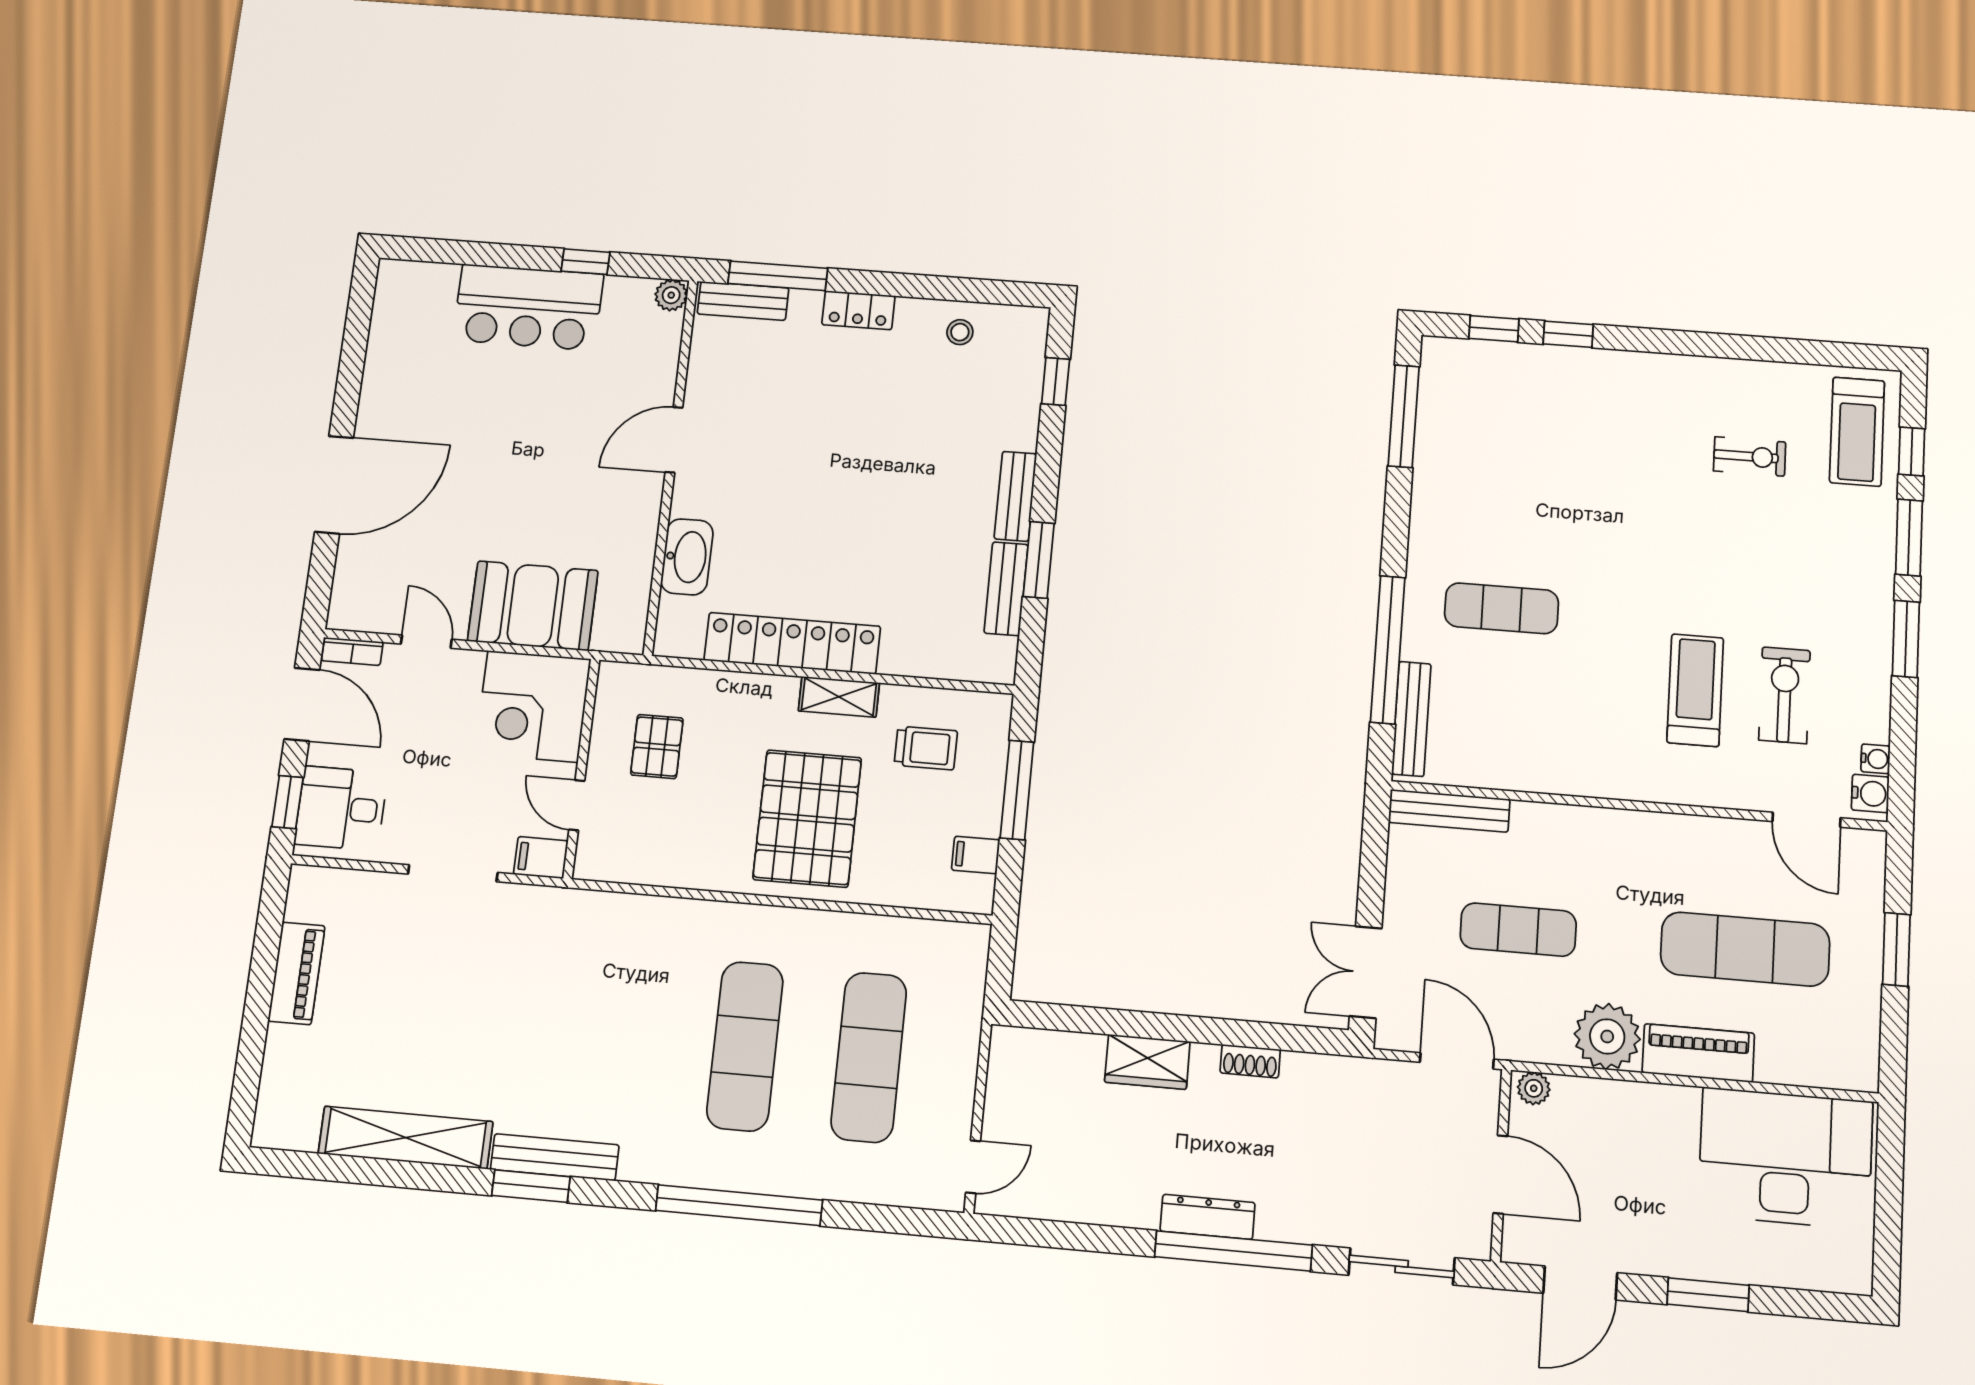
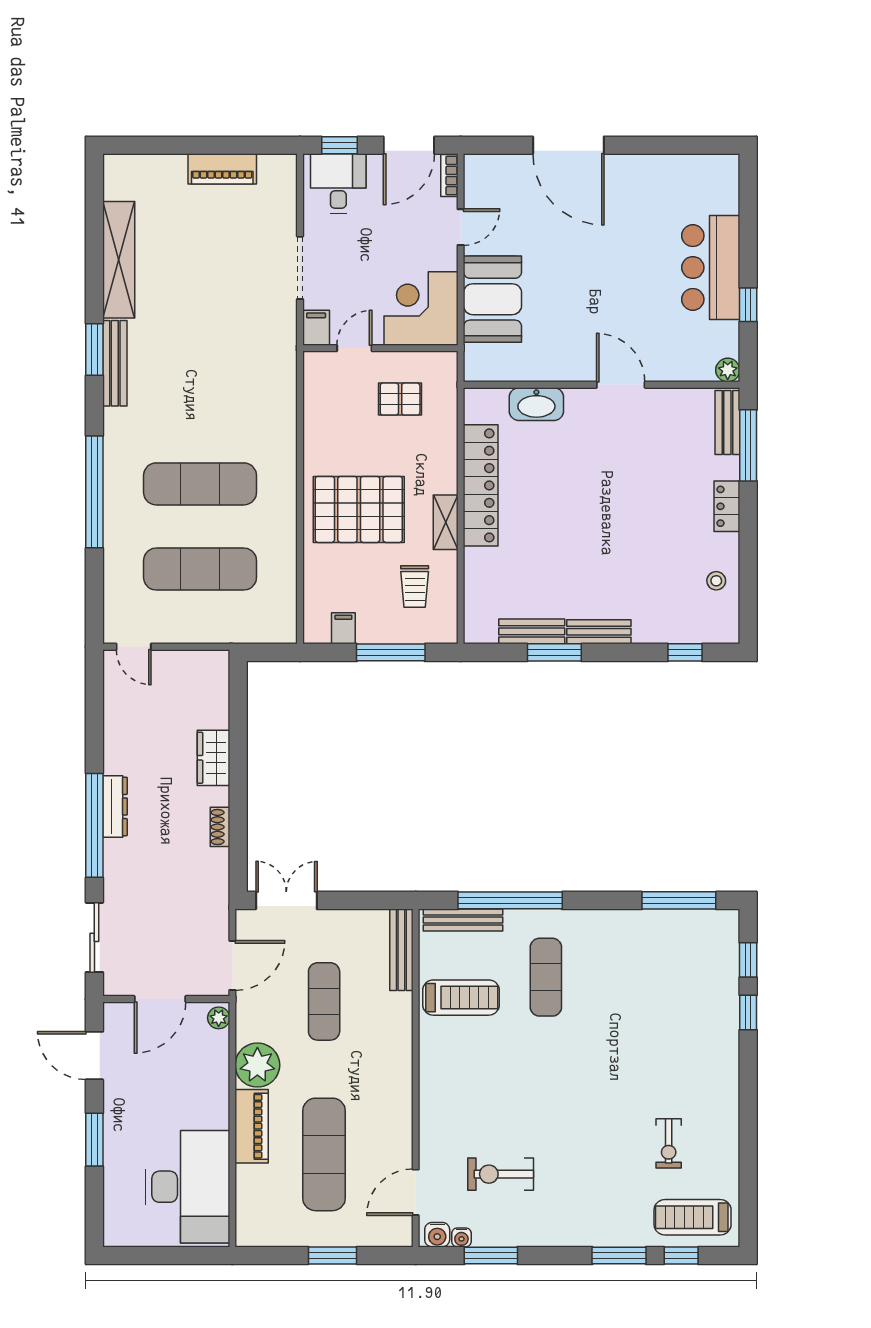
window: (1906, 639) -> (491, 1255), moved
treadmill: (1695, 690) -> (461, 998), moved
exercise bike: (1784, 695) -> (501, 1174), turned 180

